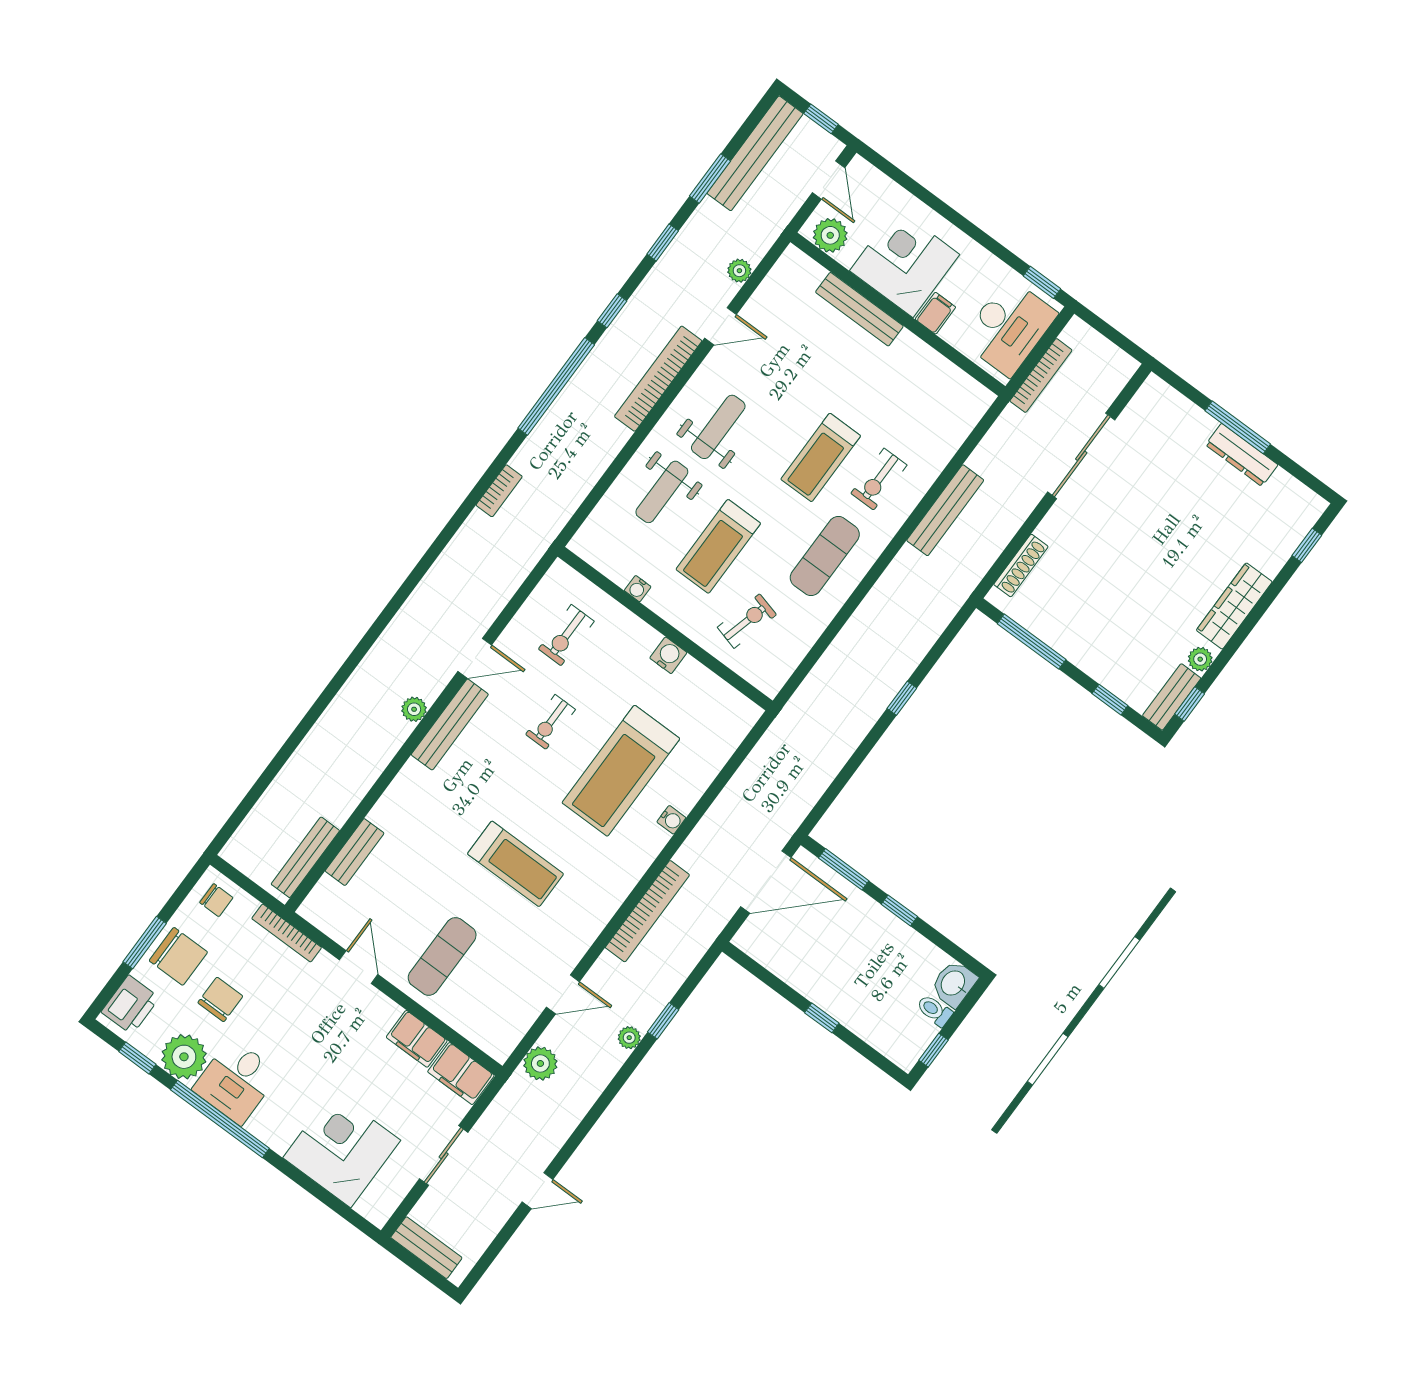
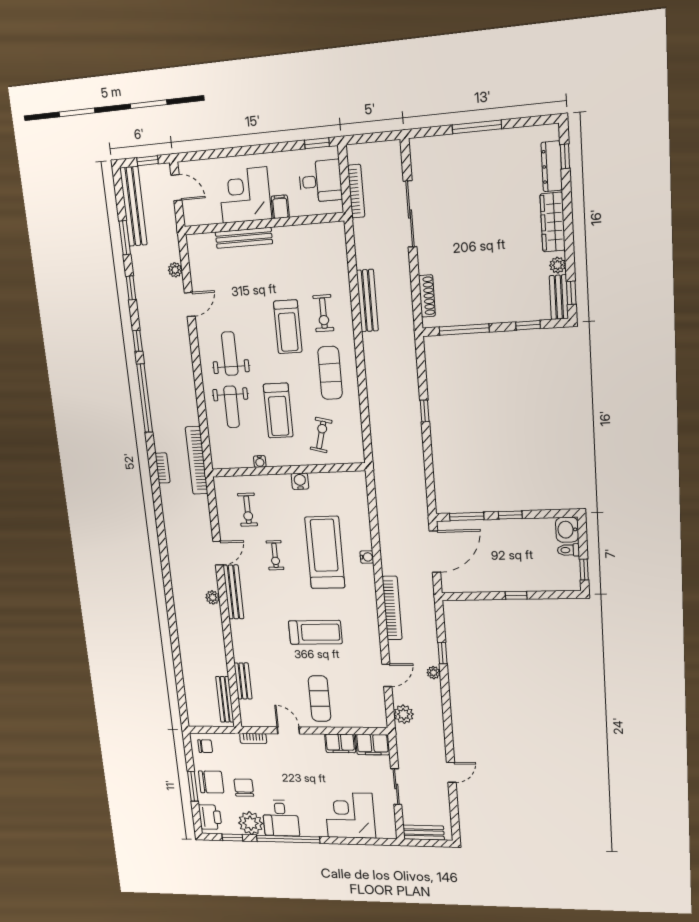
plant: (830, 235) -> (200, 214), removed
desk: (1009, 327) -> (320, 181), width x0.73
bookcase: (658, 379) -> (197, 460), moved
dresser: (1242, 455) -> (552, 166), moved, turned 90
treadmill: (621, 771) -> (325, 552), turned 180
bookcase: (287, 933) -> (253, 738), width x0.64

